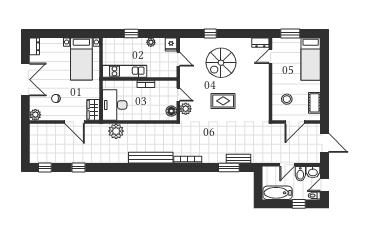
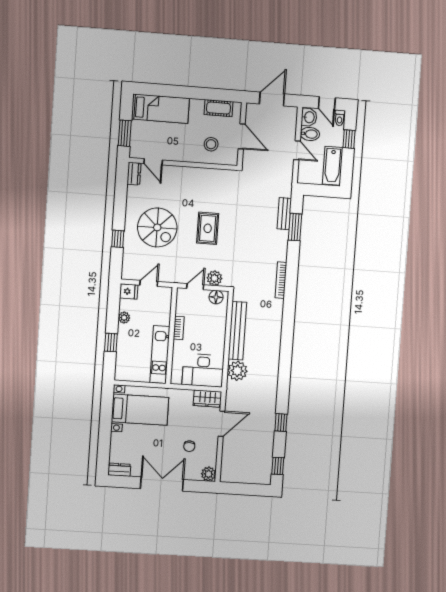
bench: (151, 158) -> (237, 331), moved

